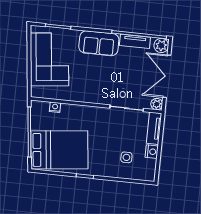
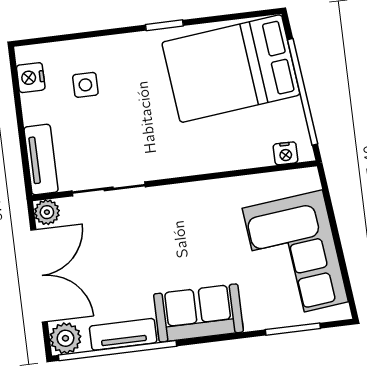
nightstand: (55, 107) -> (286, 153), moved
nightstand: (152, 152) -> (31, 78), moved

